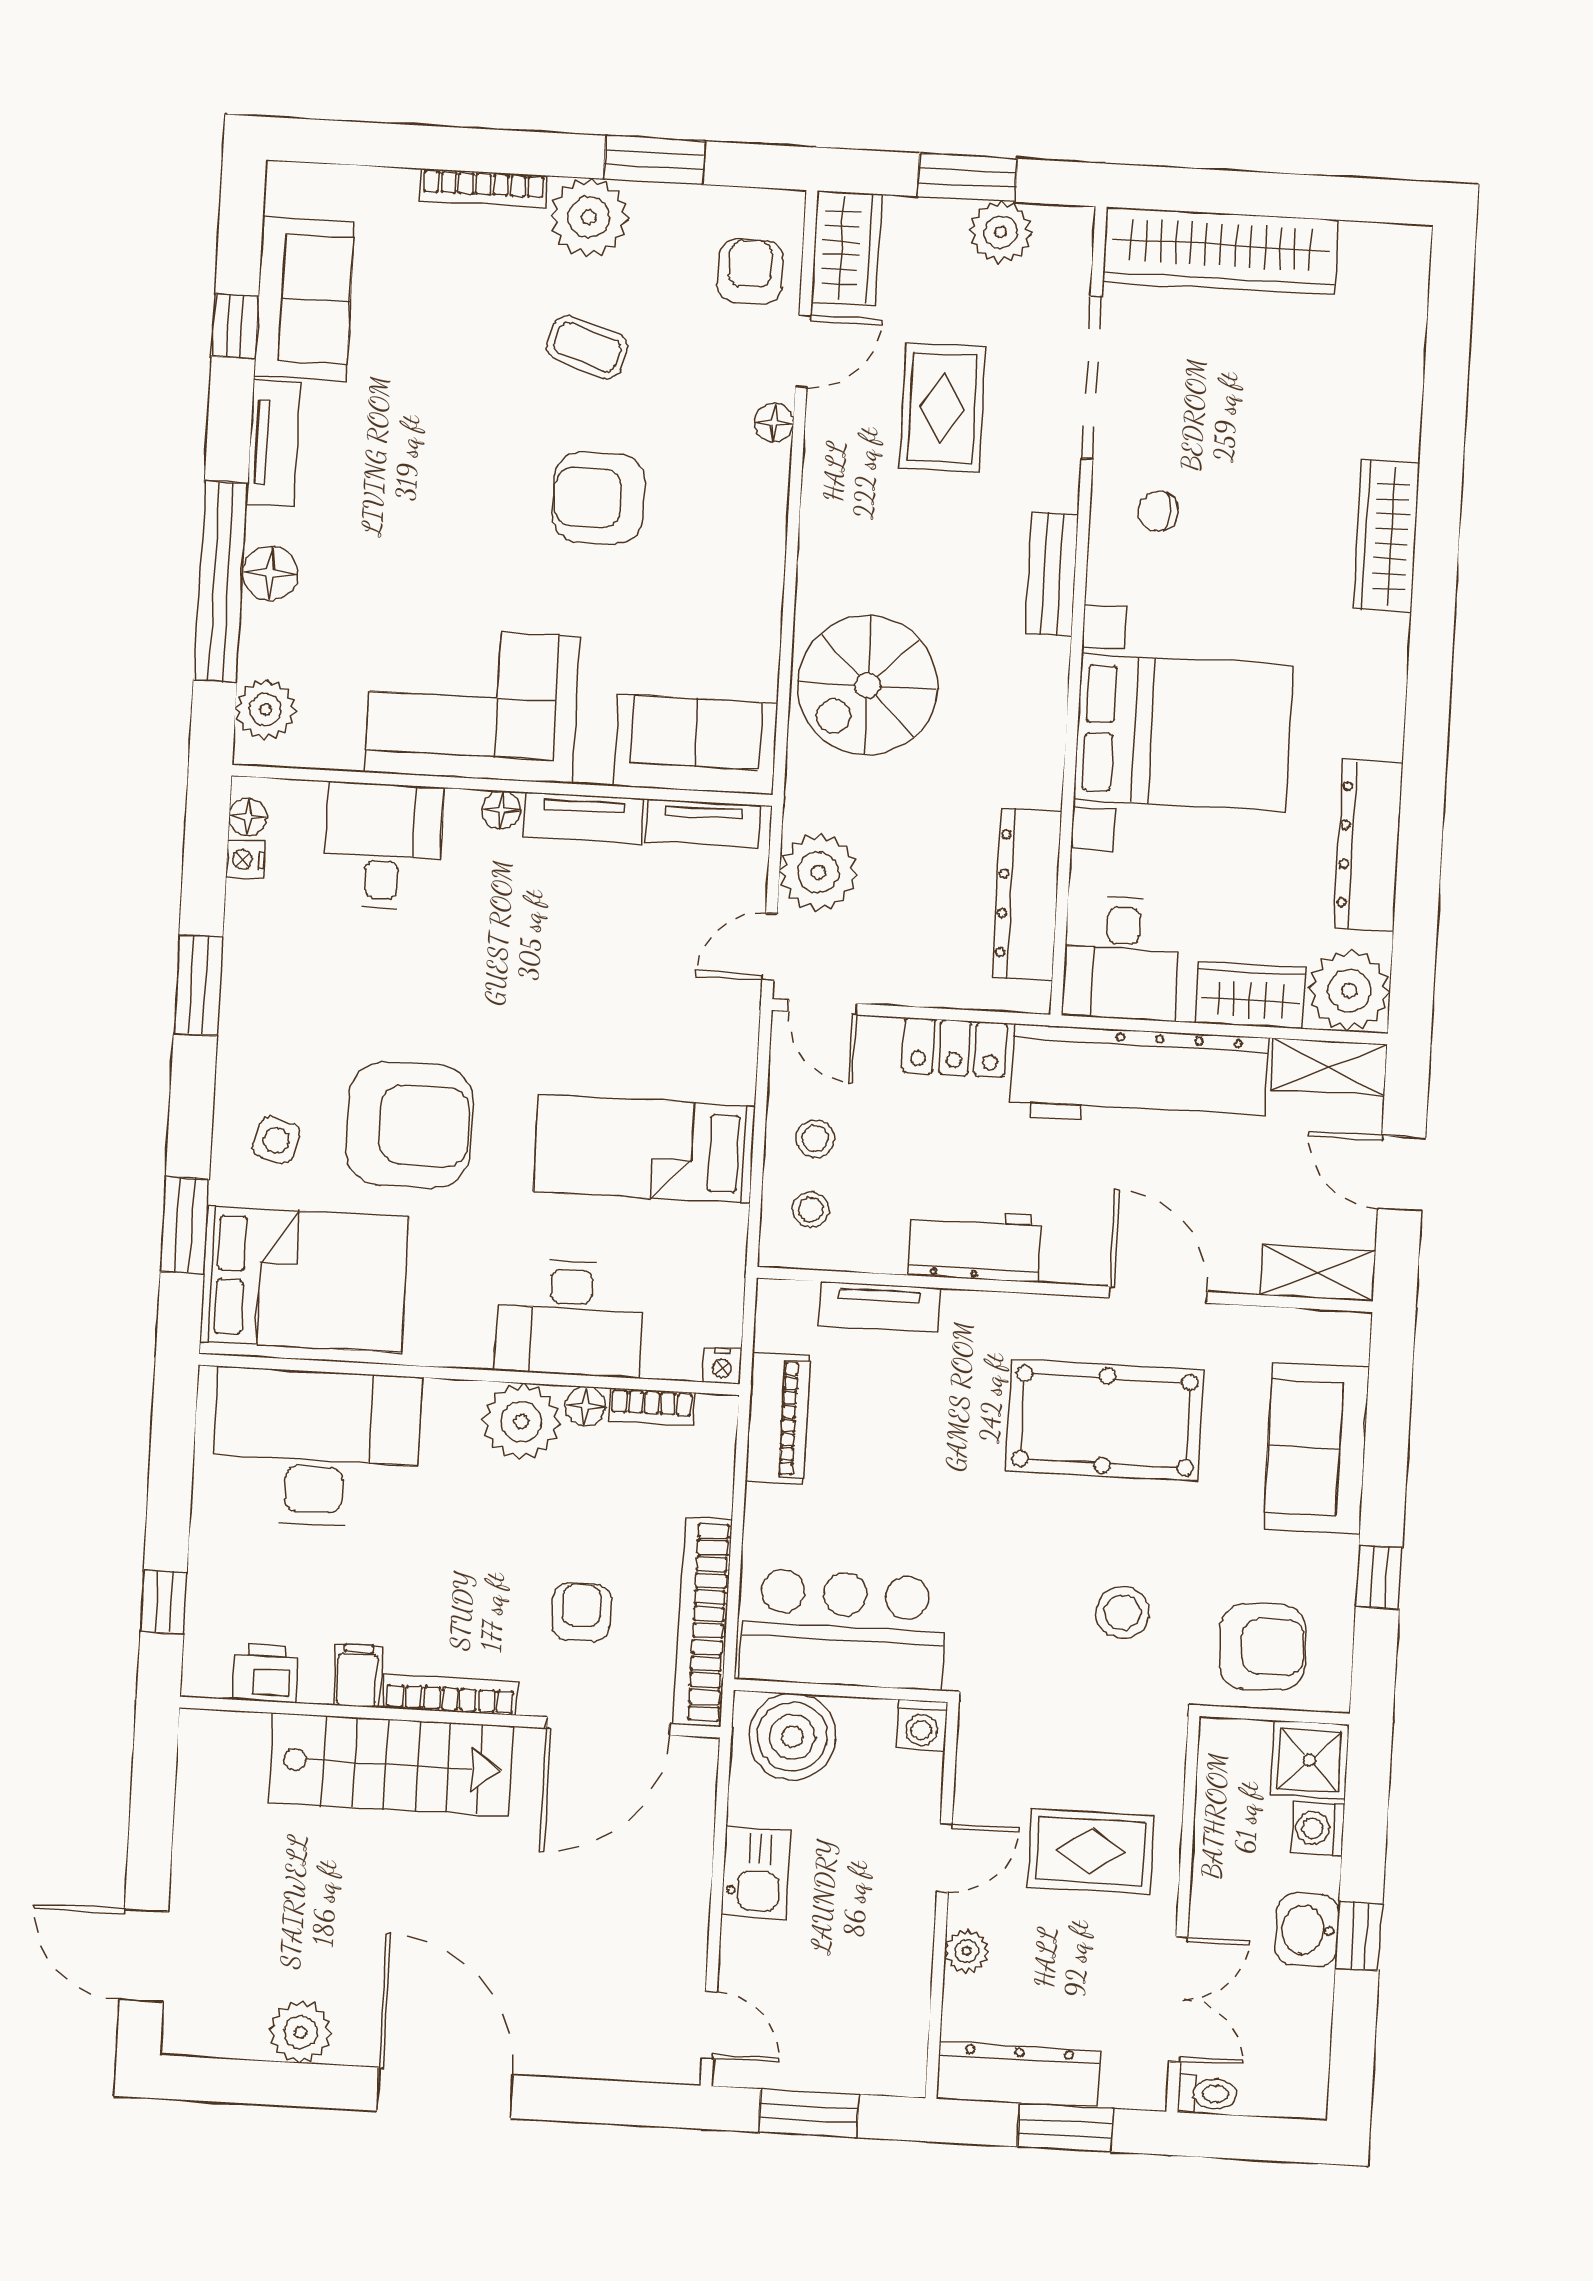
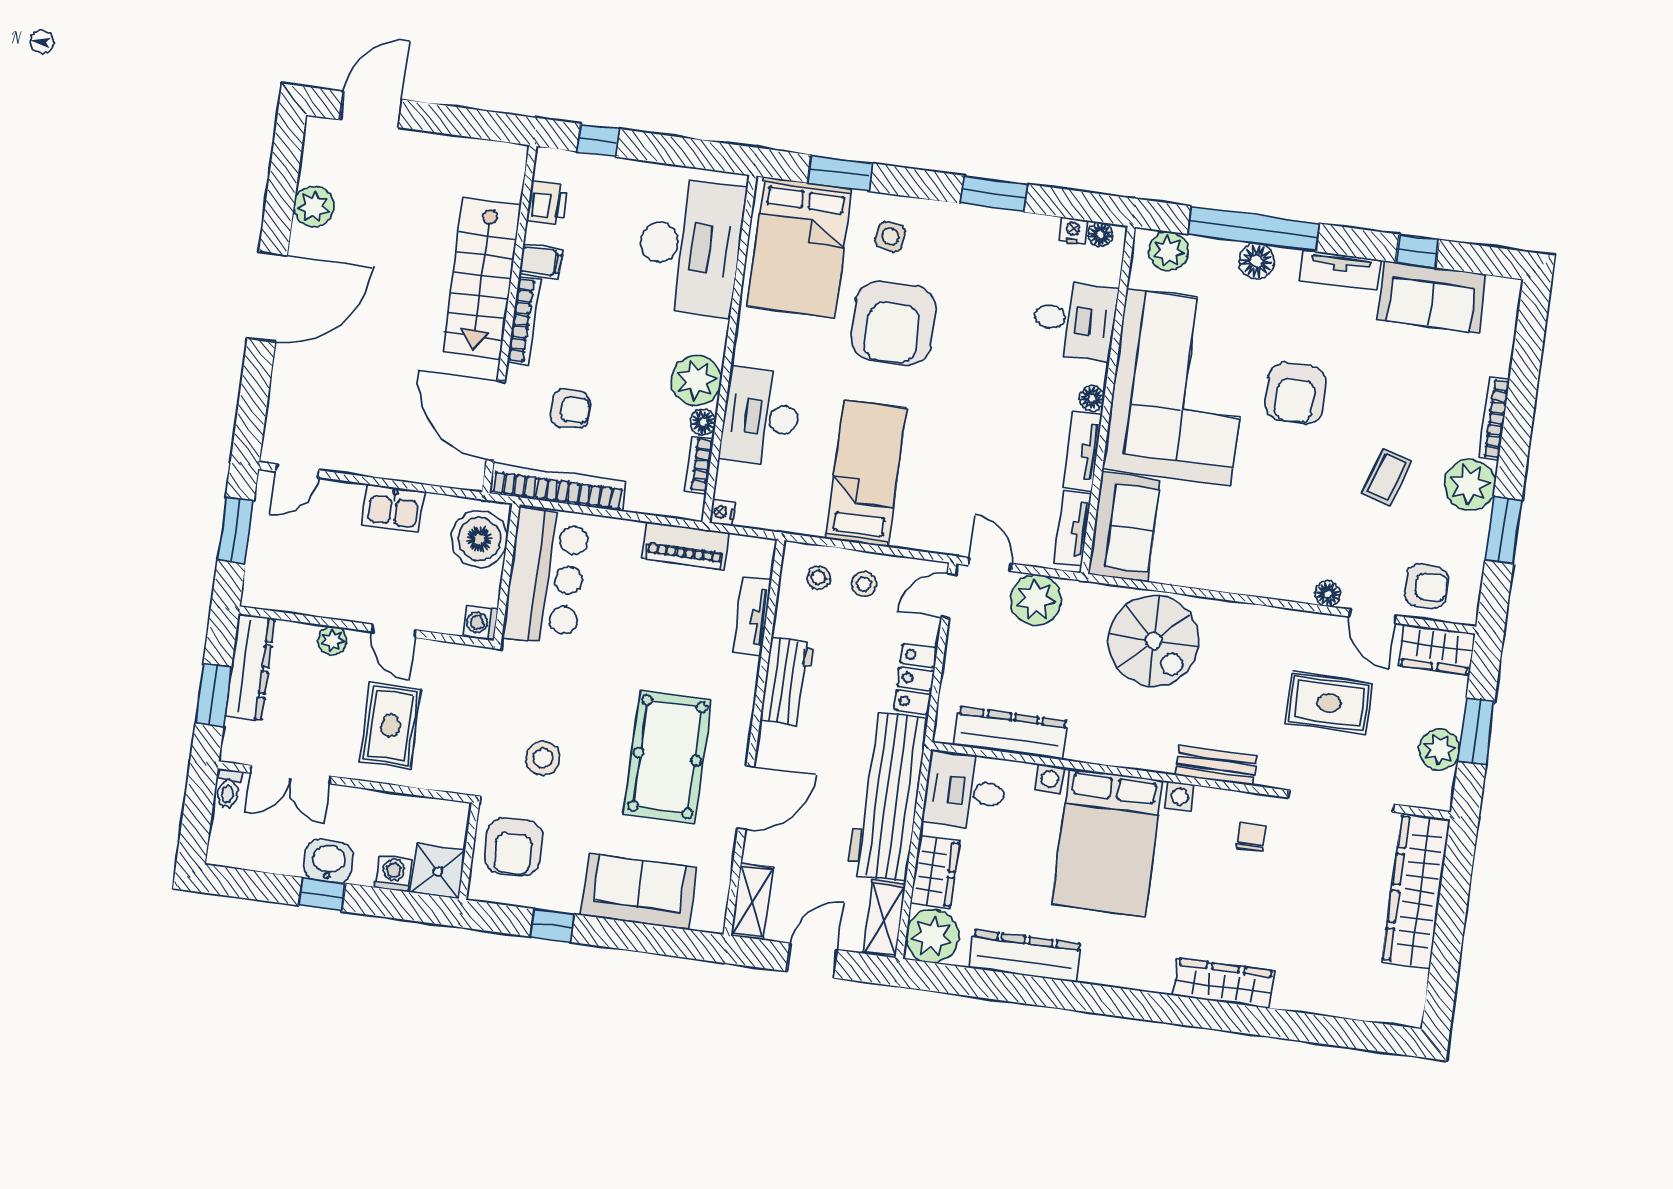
armchair: (599, 498) -> (1296, 393), moved, turned 180
spiral stairs: (867, 686) -> (1154, 641), turned 180
corner sofa: (472, 704) -> (1179, 387), width x1.36, depth x1.36

